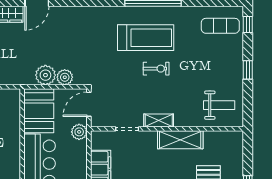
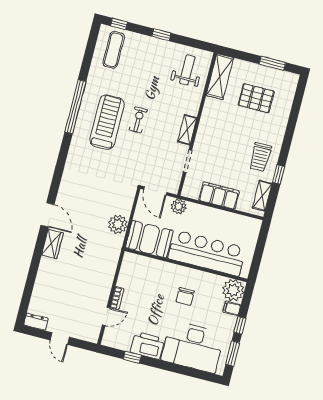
plant: (65, 77) -> (124, 207), removed
shelving: (180, 140) -> (220, 77), moved

